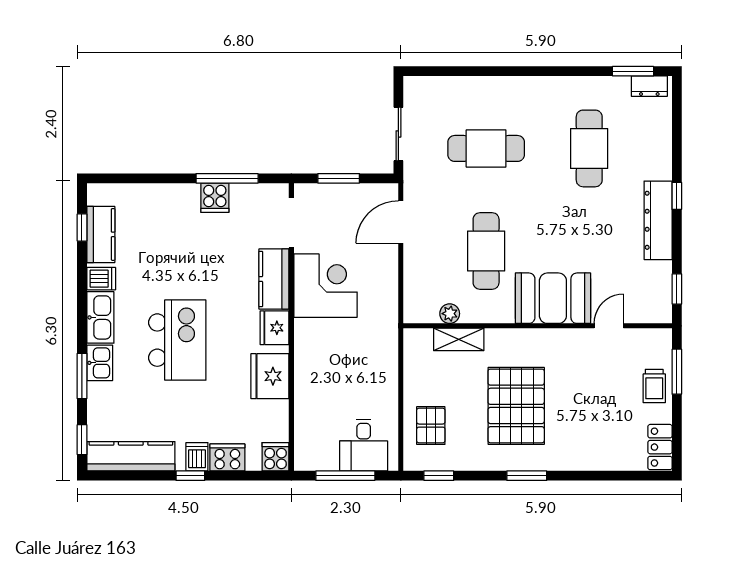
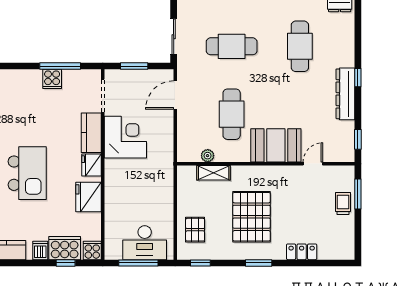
trolley: (654, 386) -> (343, 204), turned 180
desk: (364, 445) -> (145, 243), width x1.37
locker: (660, 447) -> (302, 252), moved, turned 90
cooker: (227, 457) -> (65, 248), width x1.37, depth x1.31
window: (190, 476) -> (66, 263), moved

